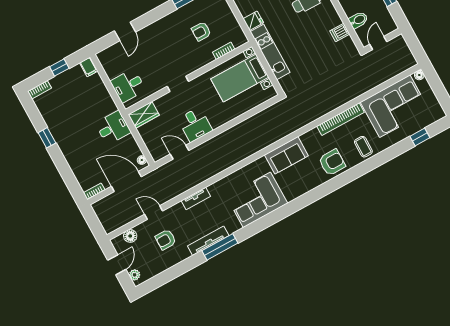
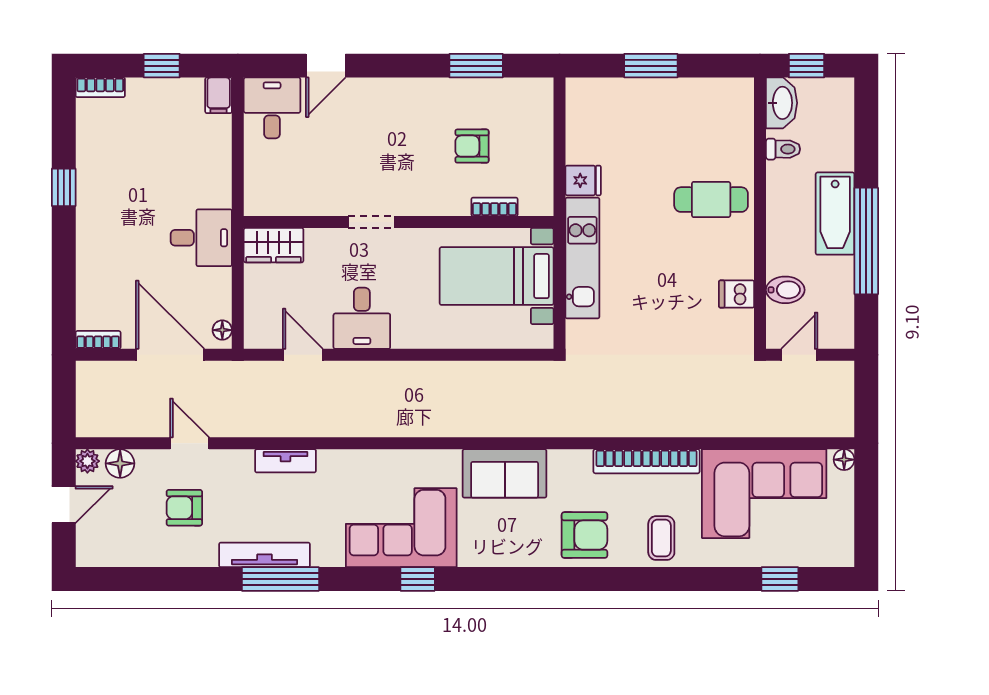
desk: (128, 86) -> (272, 108), moved, turned 90
window: (275, 217) -> (418, 579), added
plant: (135, 275) -> (87, 461), moved

